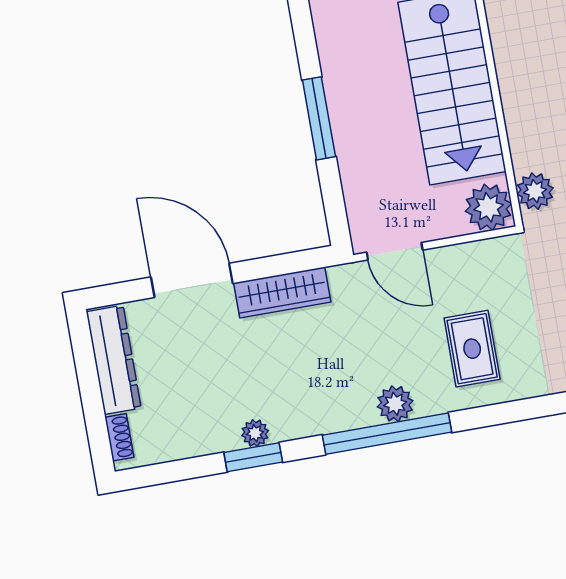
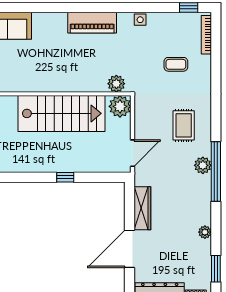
window: (319, 118) -> (65, 177), width x0.46
rug: (472, 349) -> (184, 125), turned 90
window: (253, 457) -> (216, 269), moved

